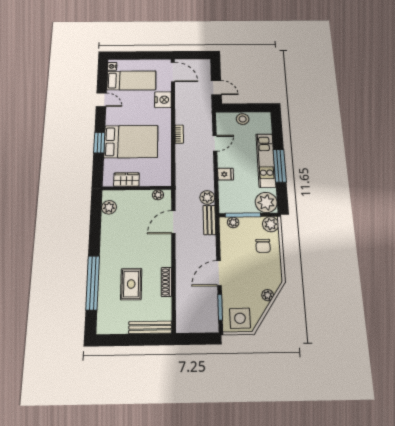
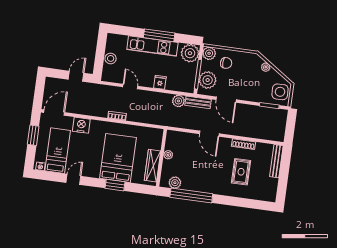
window: (145, 55) -> (33, 135), added
wardrobe: (126, 180) -> (153, 166), width x1.50
plant: (158, 195) -> (168, 155), moved
door: (173, 222) -> (209, 134), moved
plant: (233, 222) -> (208, 80), width x1.87, depth x1.87
door: (219, 273) -> (226, 100), moved
window: (93, 283) -> (191, 196), moved
rug: (131, 284) -> (241, 172), turned 90

